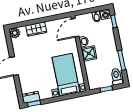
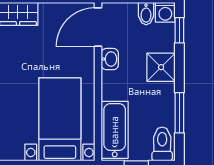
shower: (89, 53) -> (161, 67), moved
bathtub: (93, 74) -> (115, 130), added

